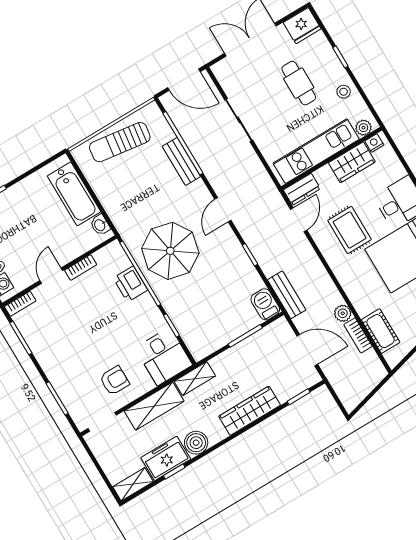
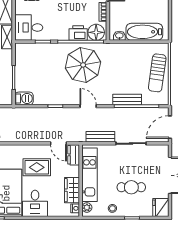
sun lounger: (120, 142) -> (157, 73), turned 180
floor lamp: (114, 260) -> (96, 32), added
bench: (287, 295) -> (100, 137), moved

